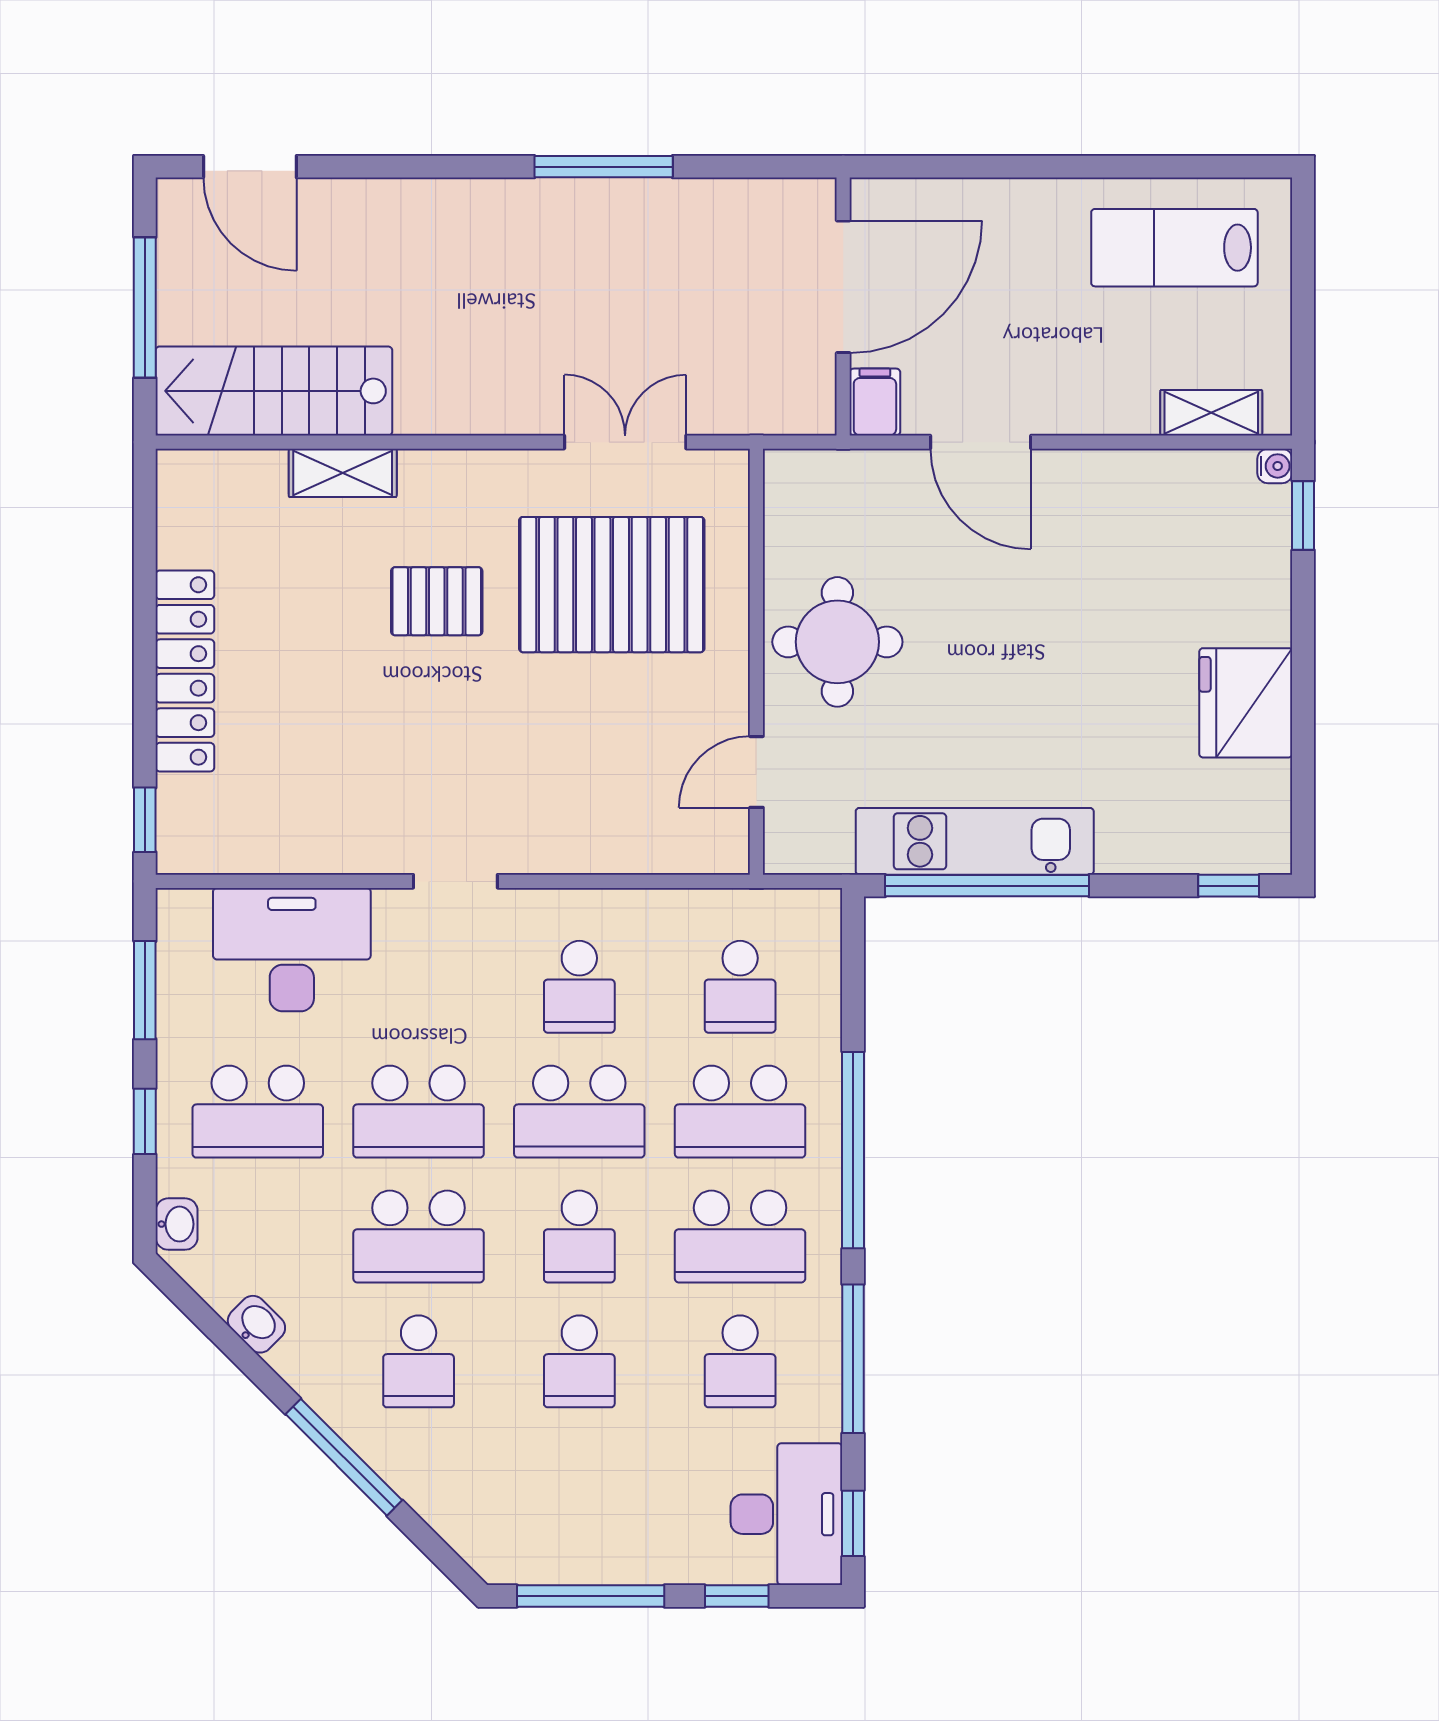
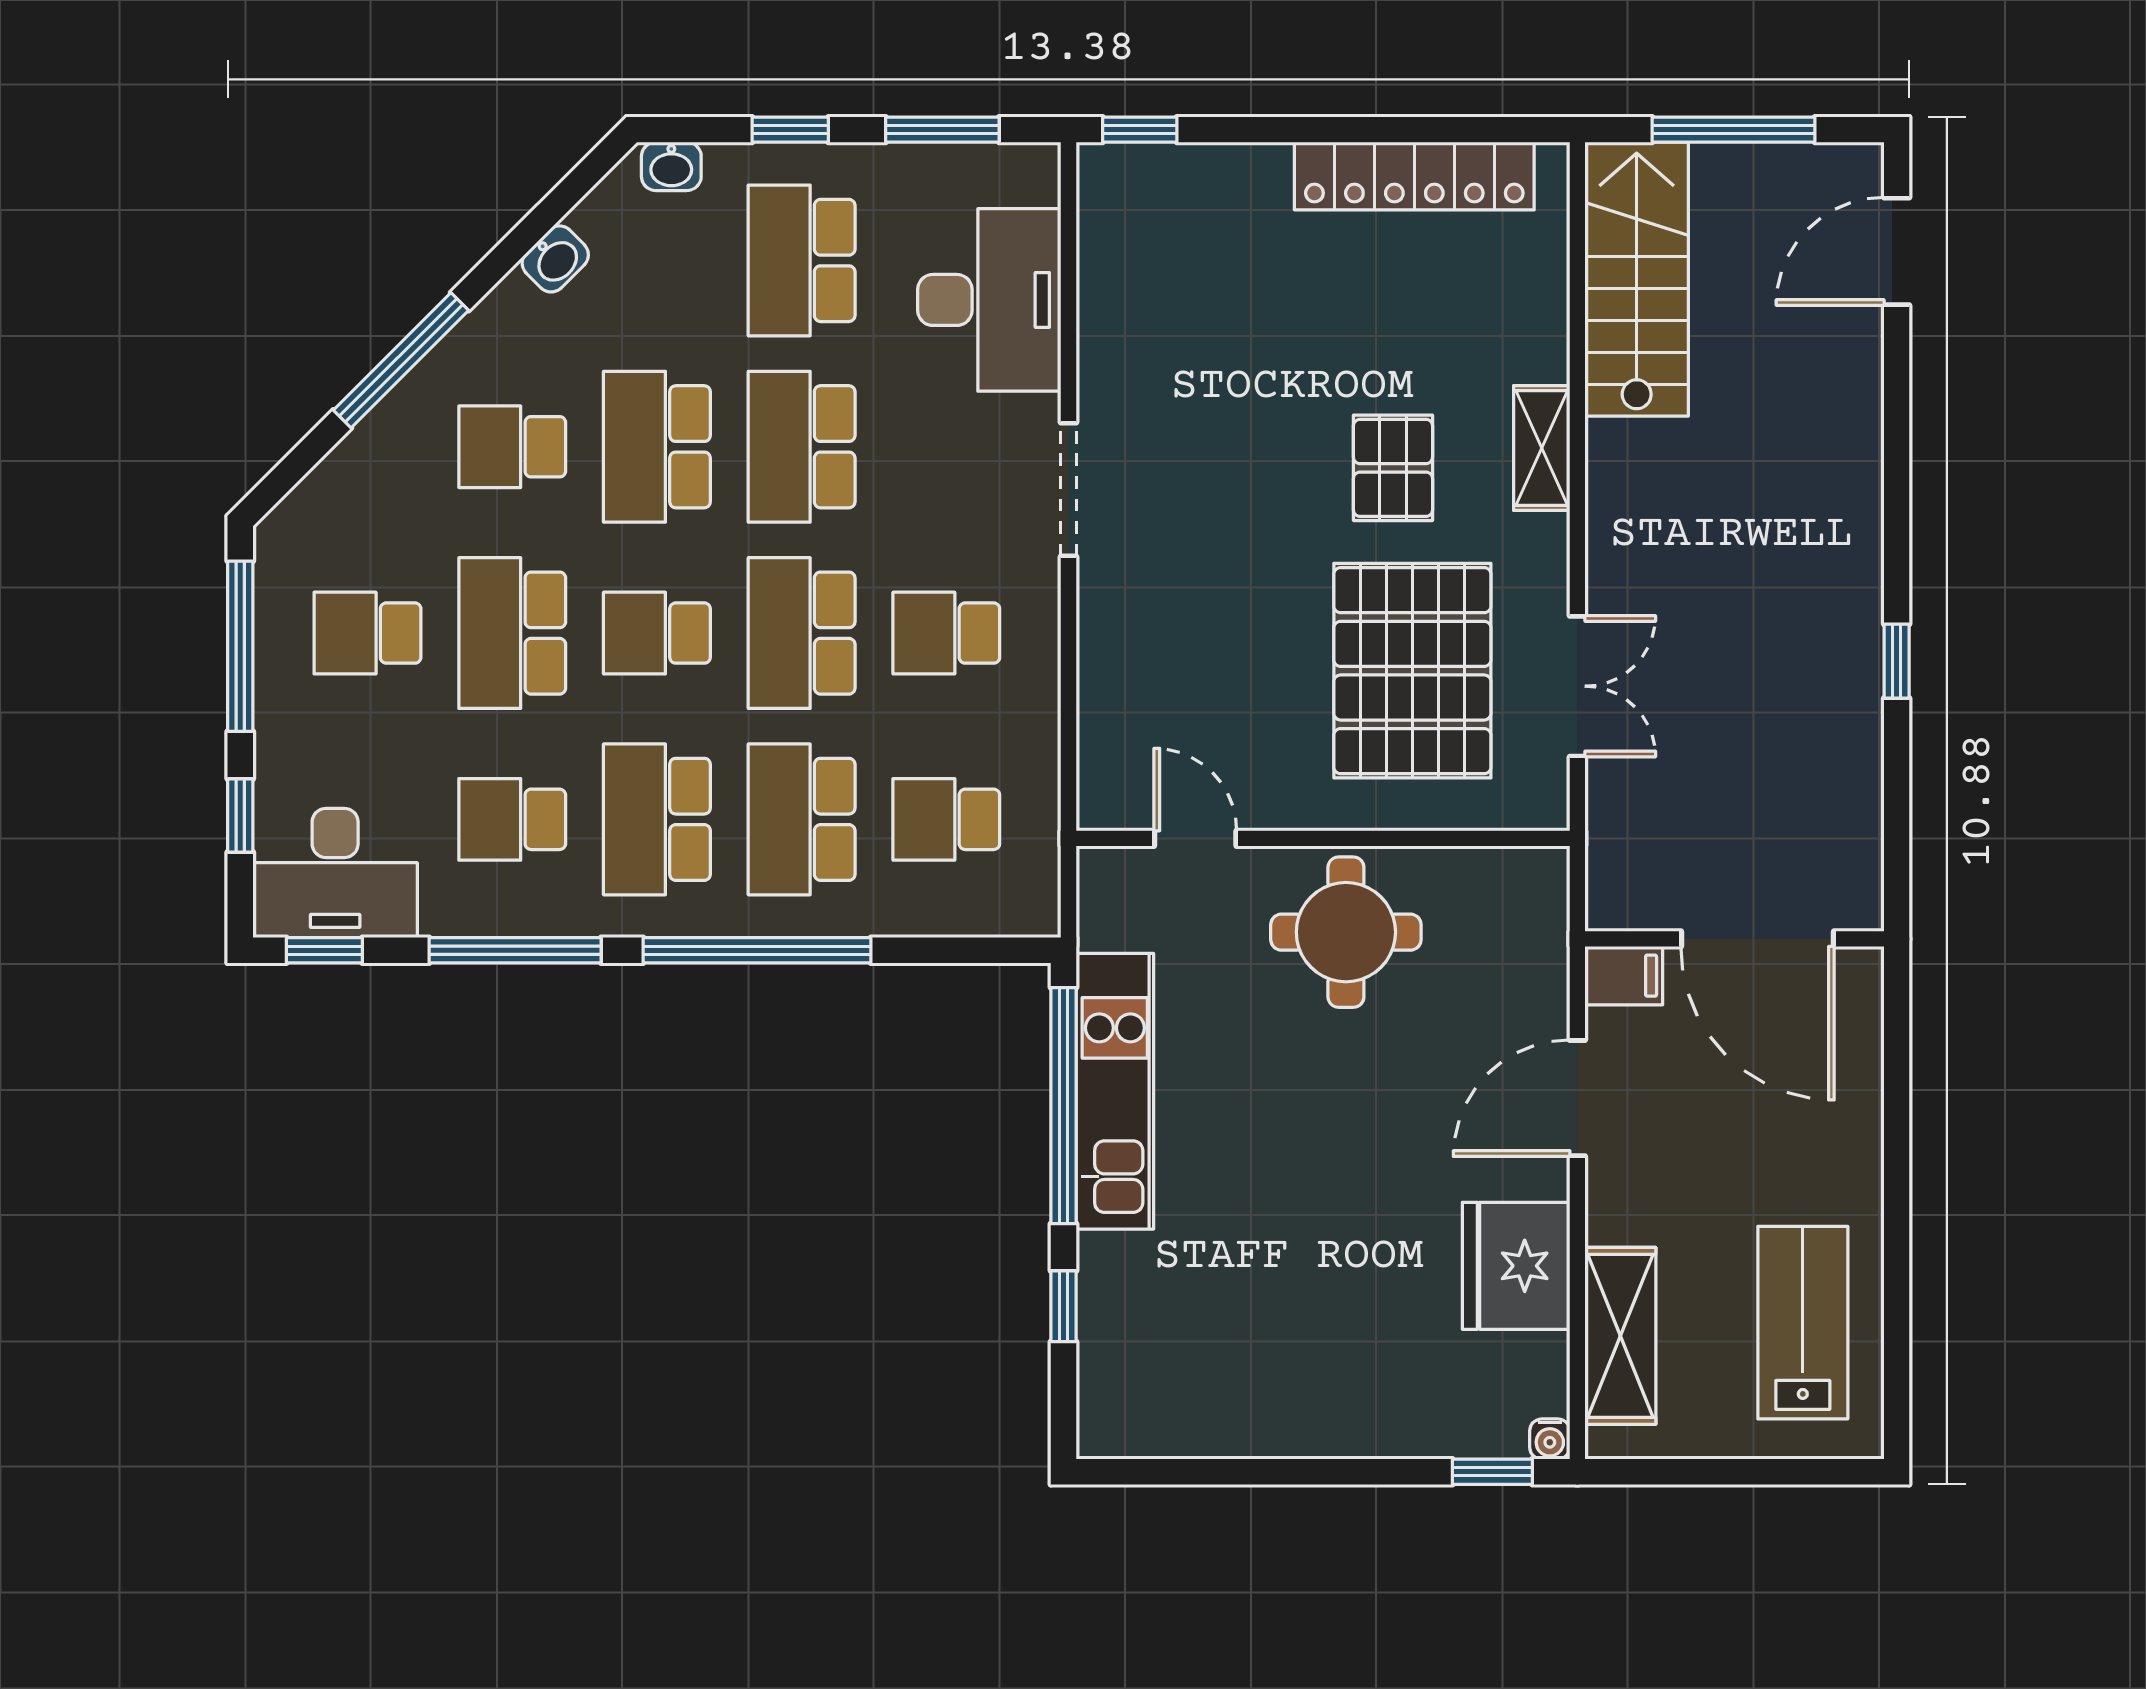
window: (604, 167) -> (1897, 661), width x0.46
shelving: (1211, 413) -> (1620, 1336), width x1.50, depth x1.33
shelving: (343, 473) -> (1542, 448), moved
locker: (185, 671) -> (1414, 176), moved
fridge: (1246, 703) -> (1516, 1266), moved, turned -90
doorway: (455, 881) -> (1068, 489), width x1.38
window: (1229, 886) -> (1063, 1306), moved
school desk: (579, 1361) -> (512, 633), width x1.85
school desk: (579, 1486) -> (367, 633), added

